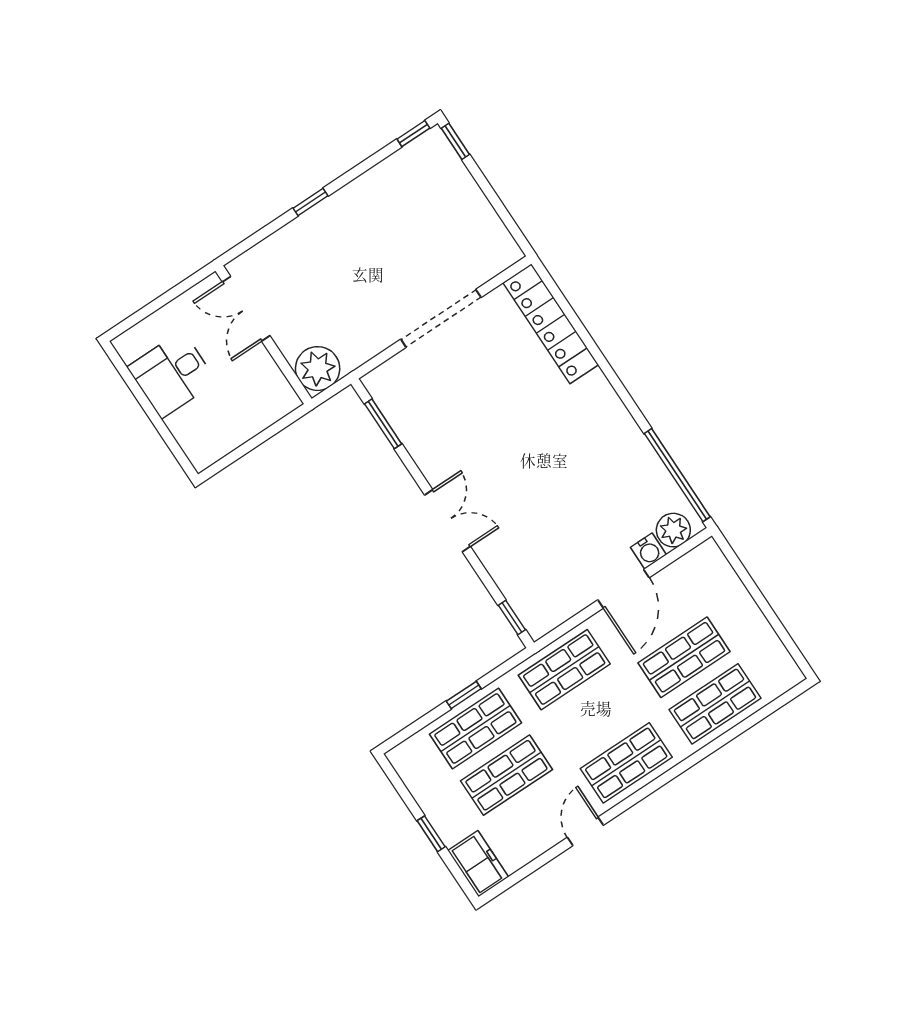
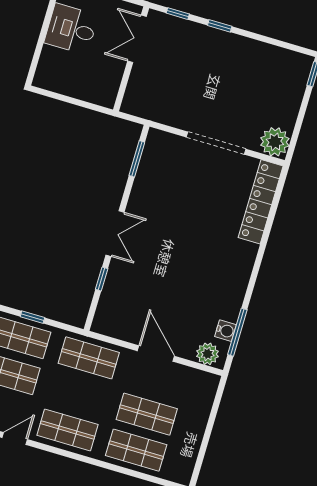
window: (413, 134) -> (178, 14), moved
plant: (318, 369) -> (275, 142), moved
window: (677, 475) -> (237, 332), width x0.68
water cooler: (648, 551) -> (226, 331), moved, turned -90
door: (624, 589) -> (156, 354), swing flipped
window: (512, 618) -> (102, 279), moved

